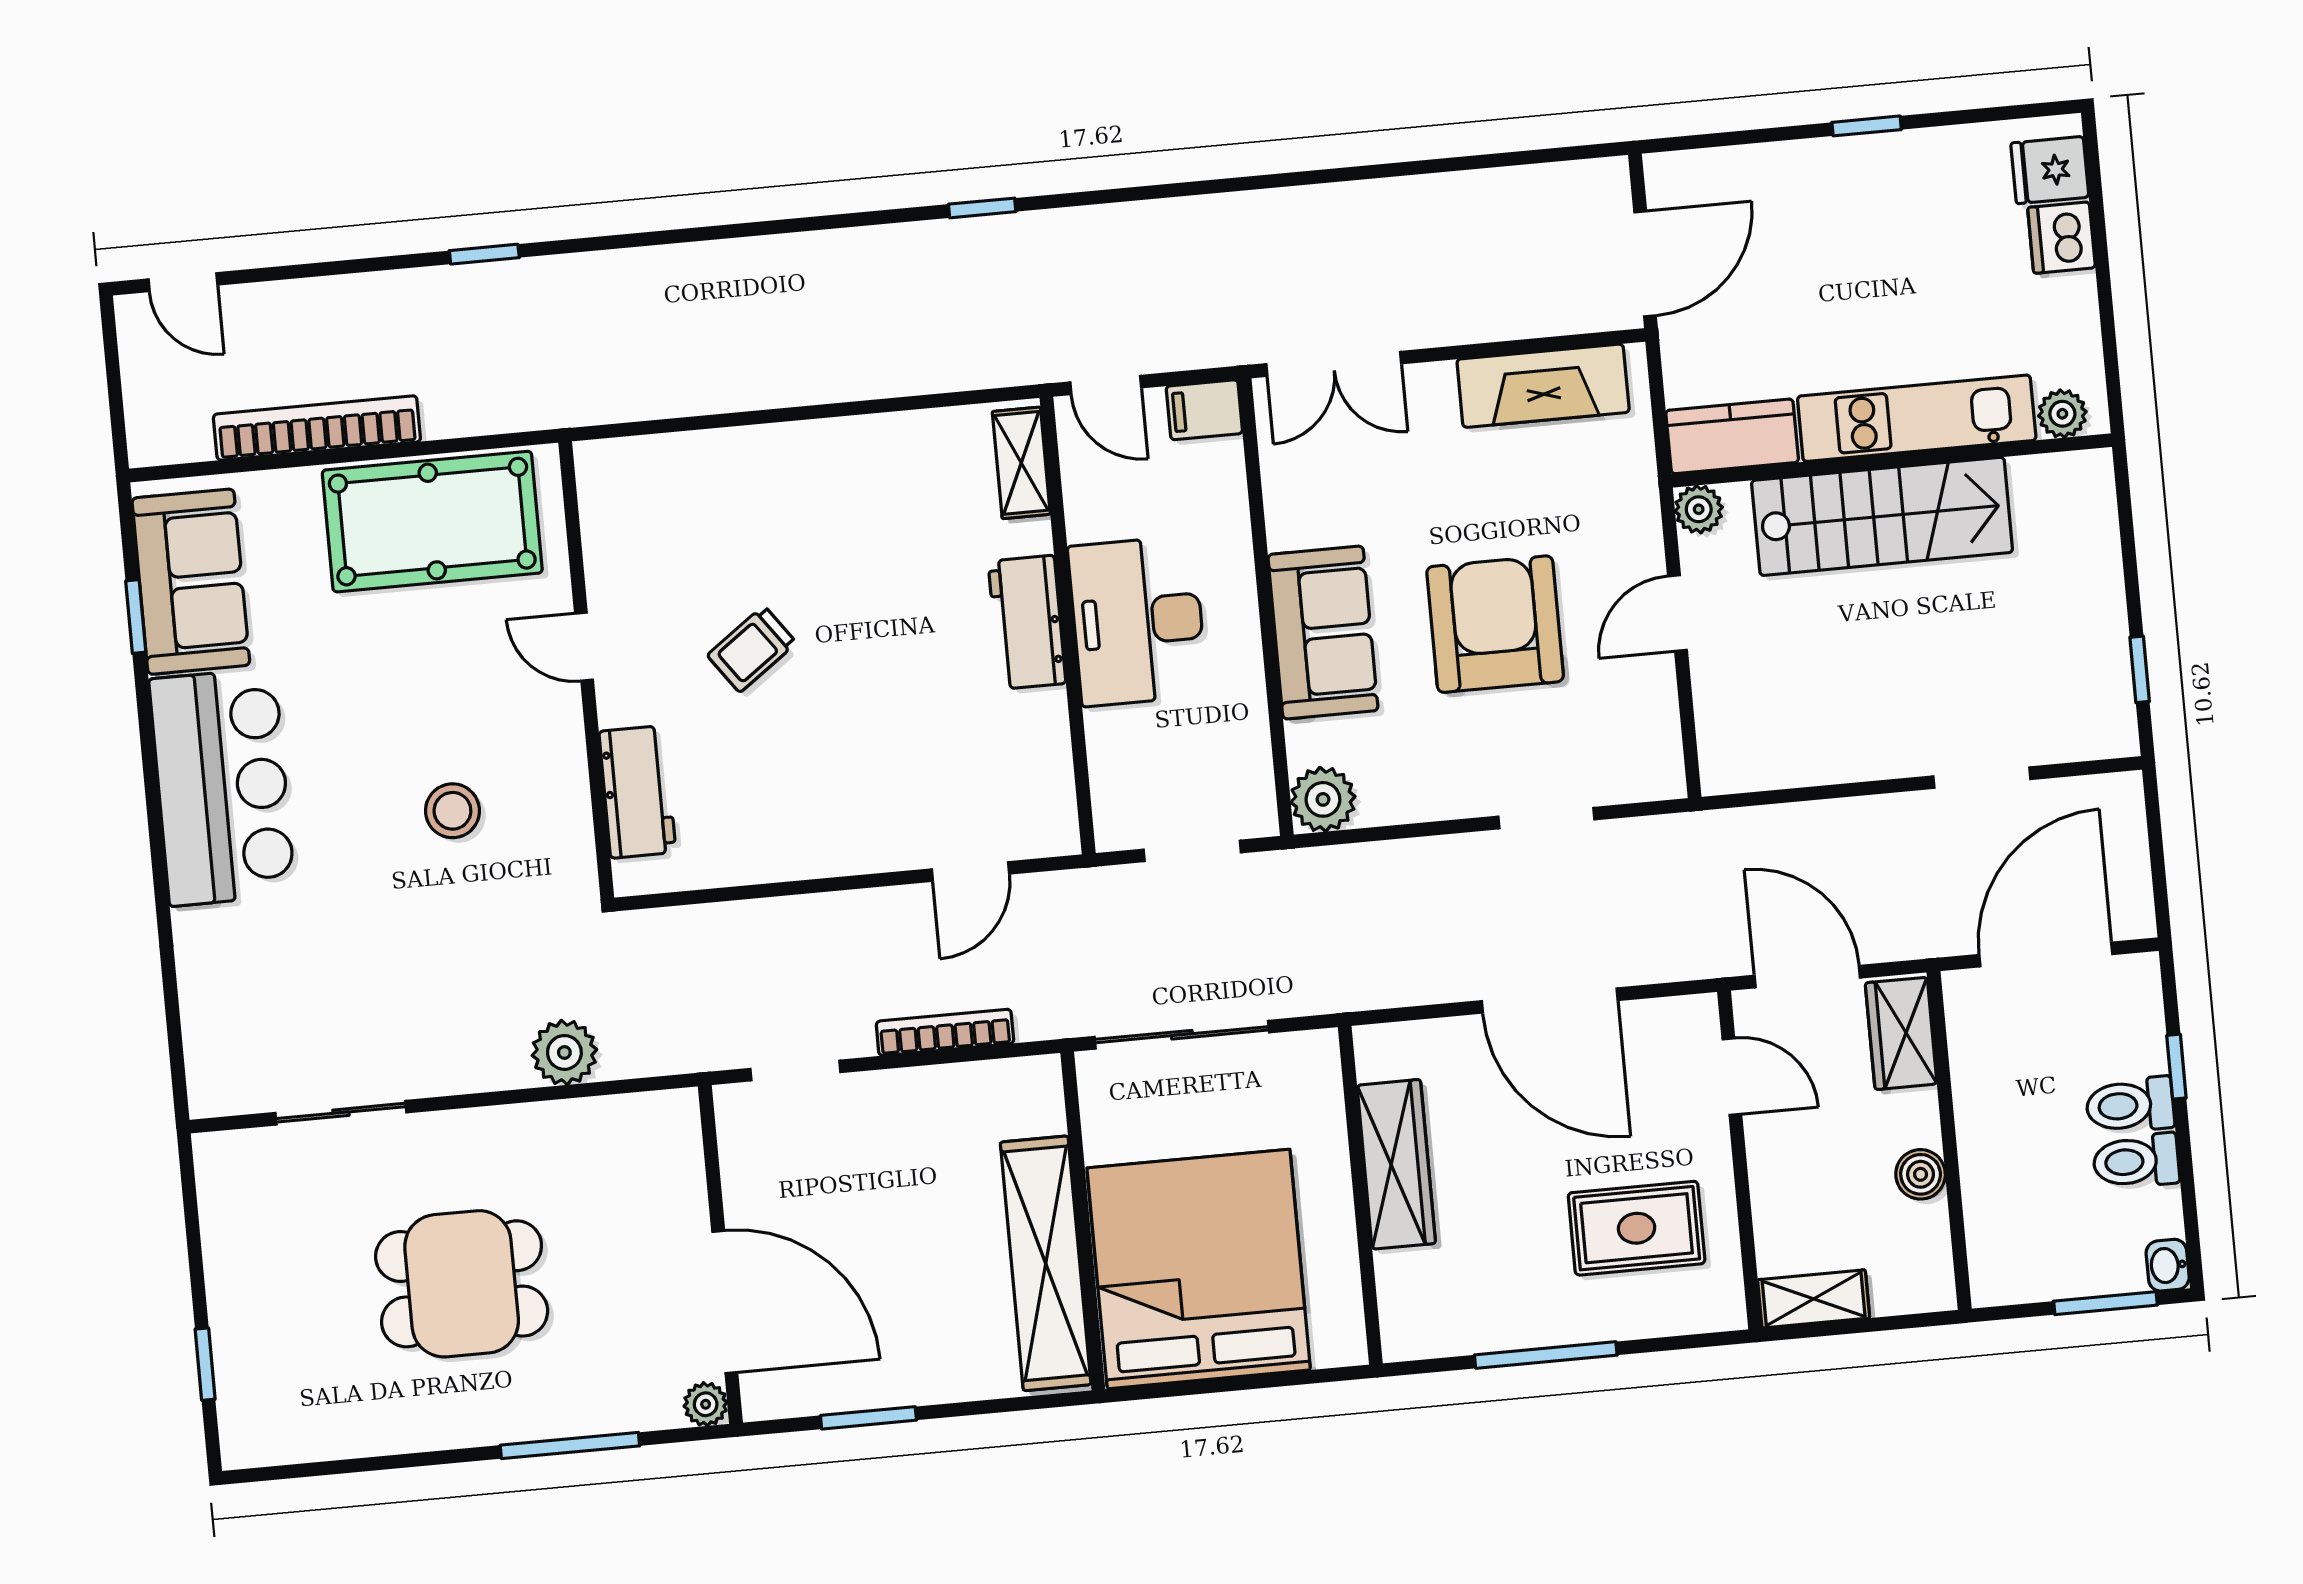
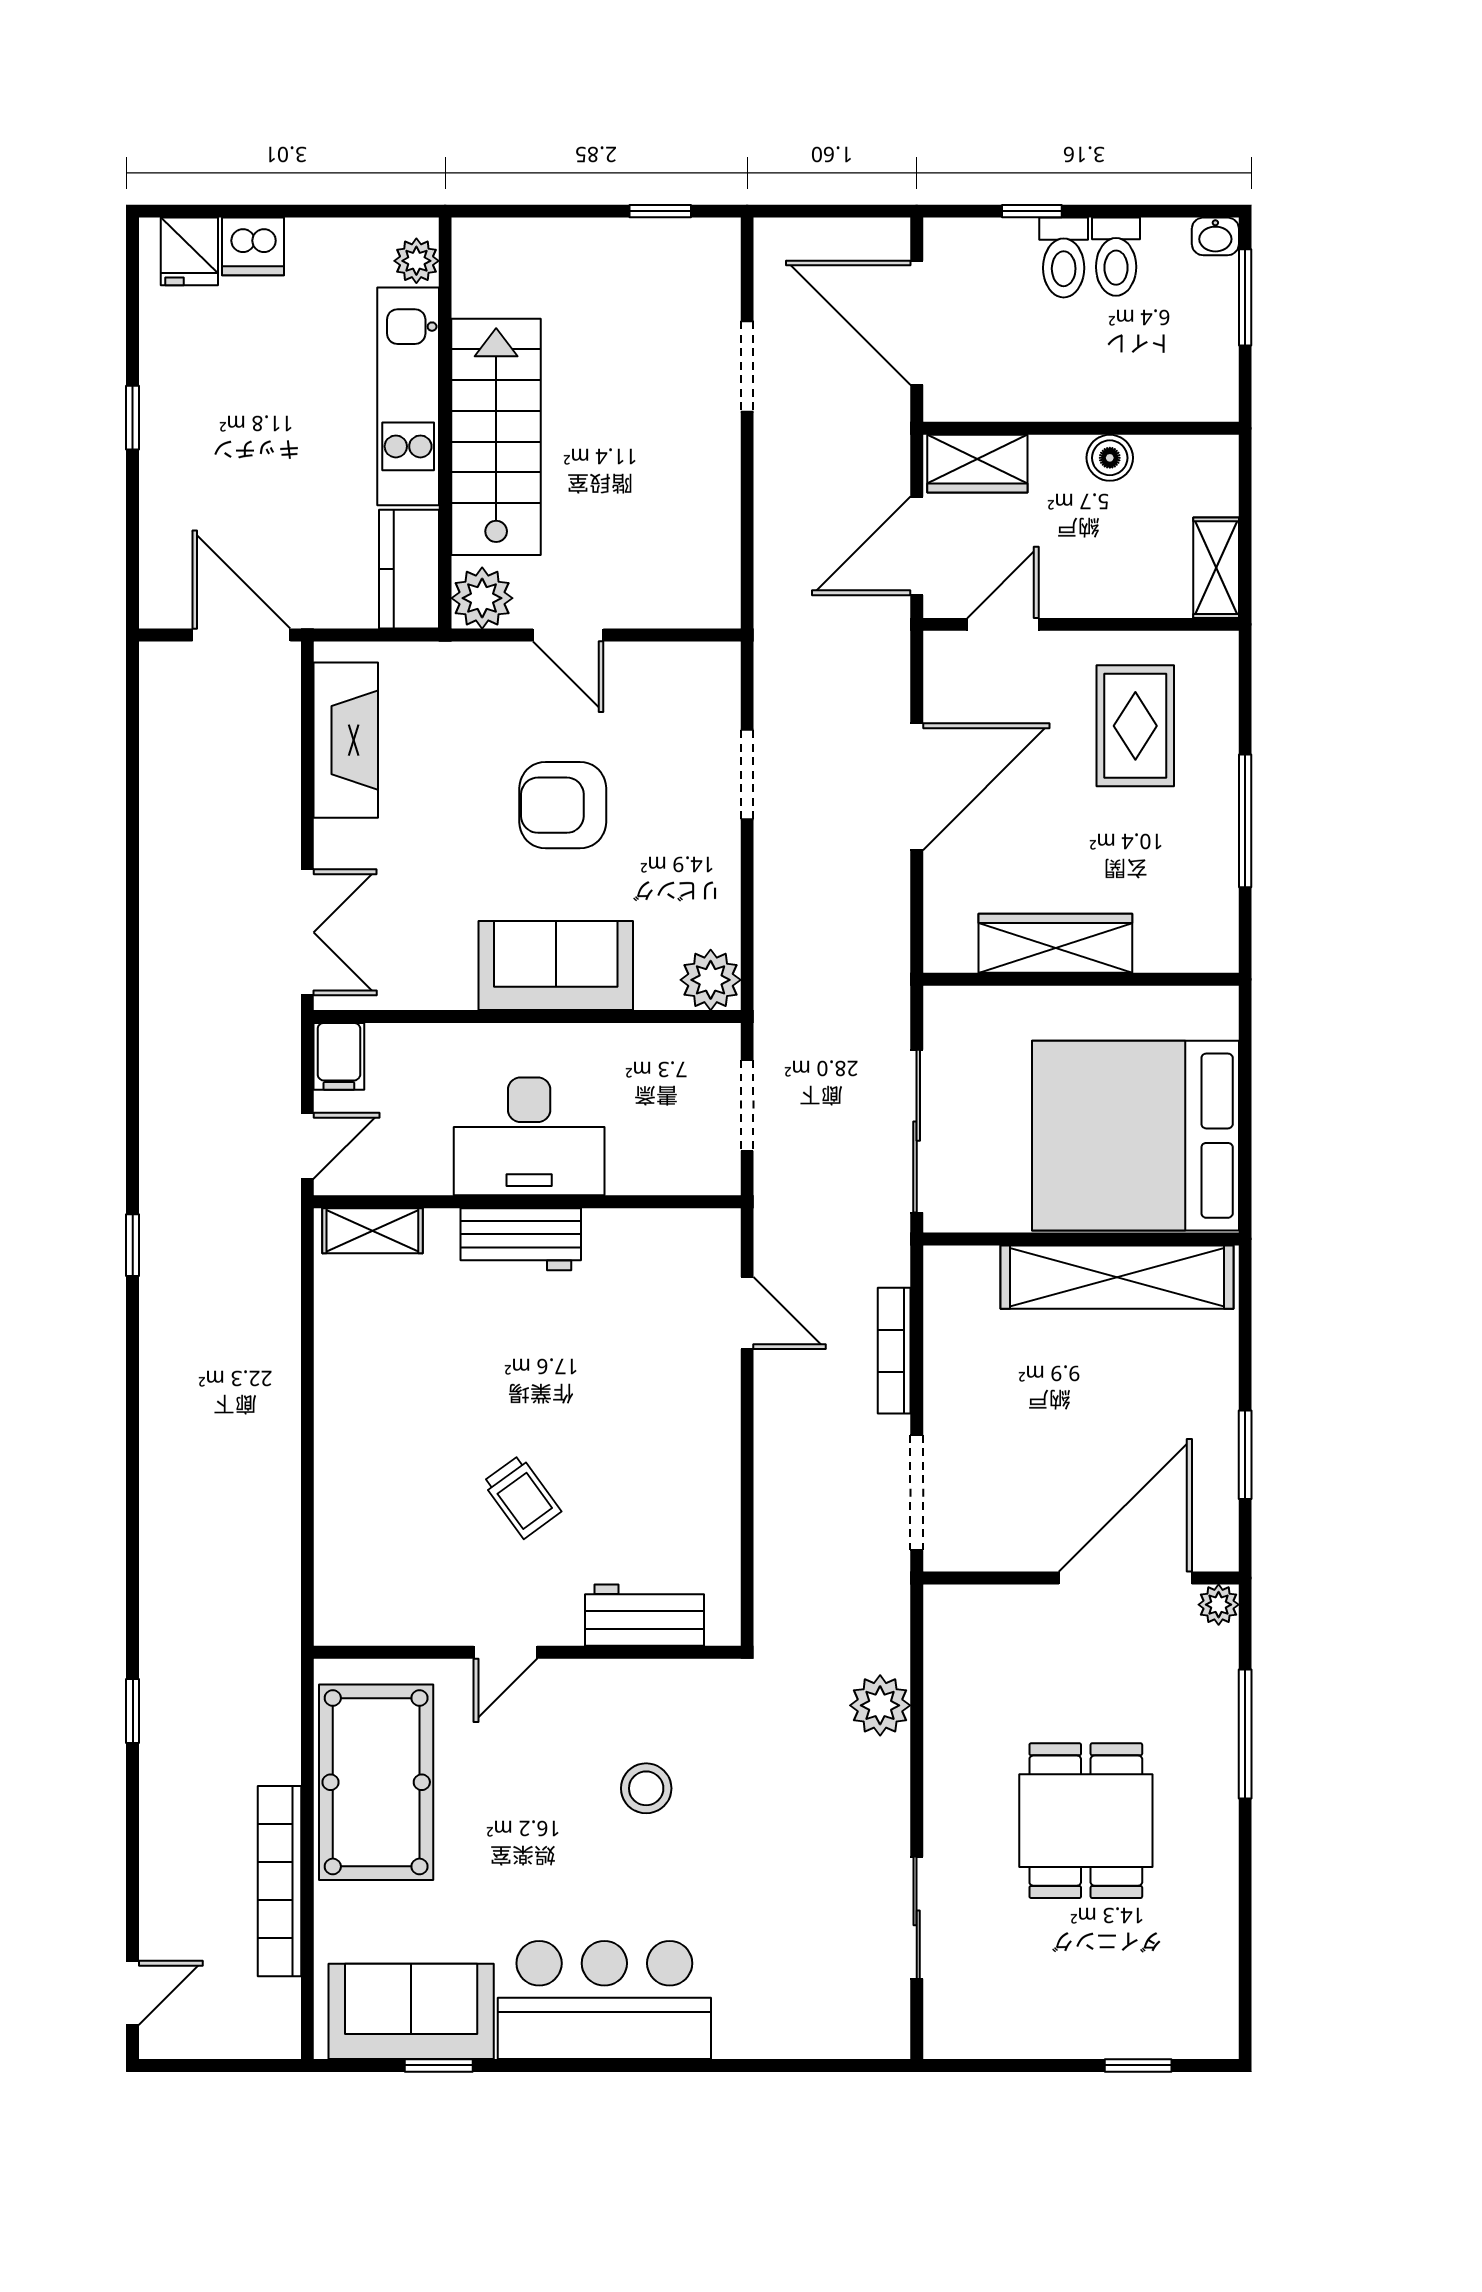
plant: (1699, 509) -> (482, 598), width x1.38, depth x1.38
armchair: (1495, 624) -> (563, 805), width x0.73, depth x0.73
doorway: (795, 1071) -> (917, 1493), width x1.38

